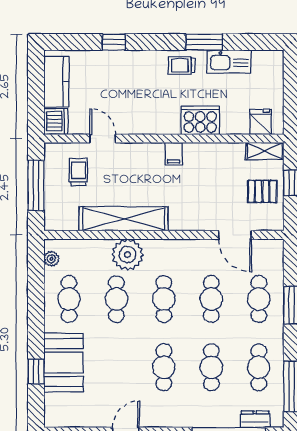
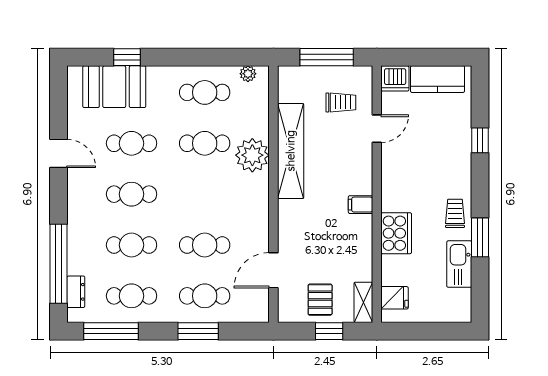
cafe table: (164, 299) -> (132, 143), moved
booth: (64, 362) -> (114, 87), moved

